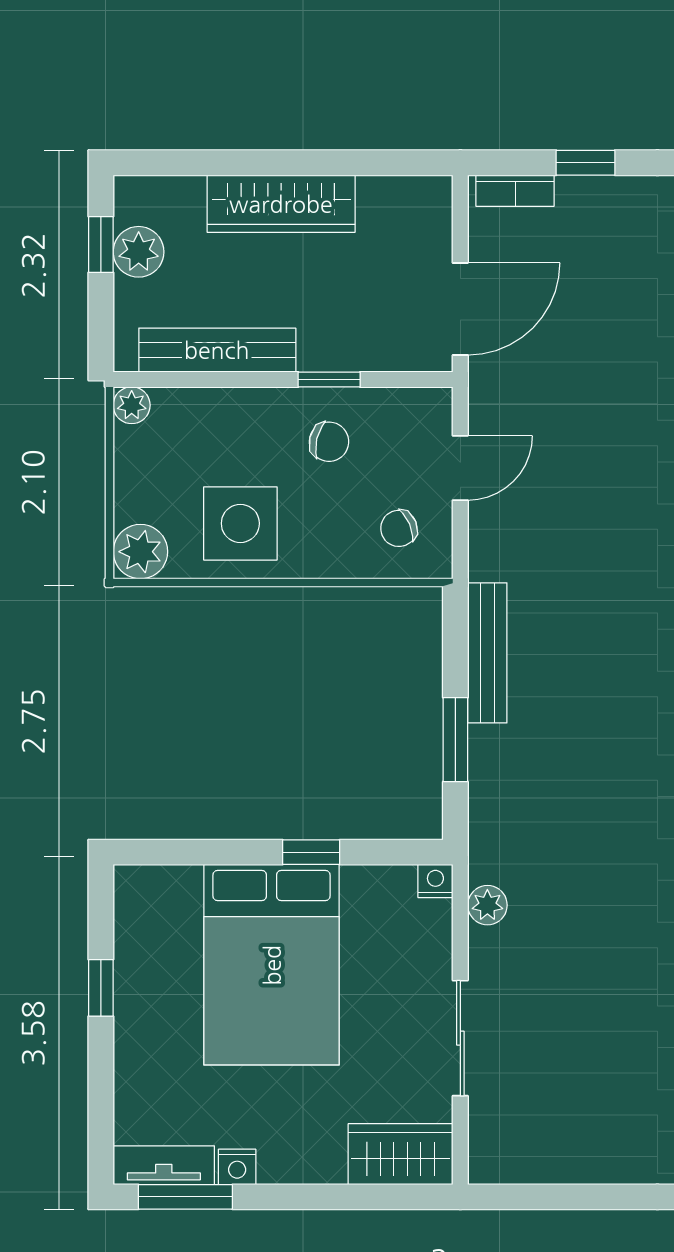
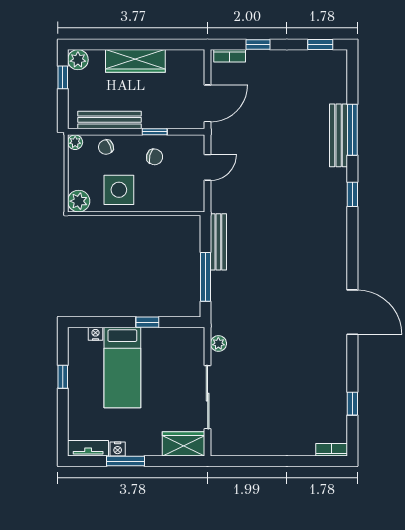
plant: (139, 252) -> (78, 60), moved
chair: (399, 528) -> (106, 147), moved
window: (455, 740) -> (206, 277), width x1.44
nightstand: (435, 881) -> (96, 334), moved
bed: (272, 965) -> (122, 368), width x0.67
sliding door: (460, 1038) -> (208, 397), width x1.37
window: (185, 1197) -> (126, 461), moved

